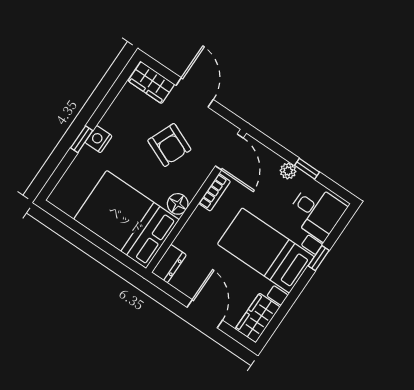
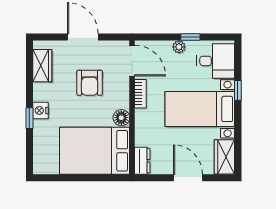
wardrobe: (151, 83) -> (42, 66), moved, turned -90
armchair: (169, 145) -> (90, 83), turned 67

